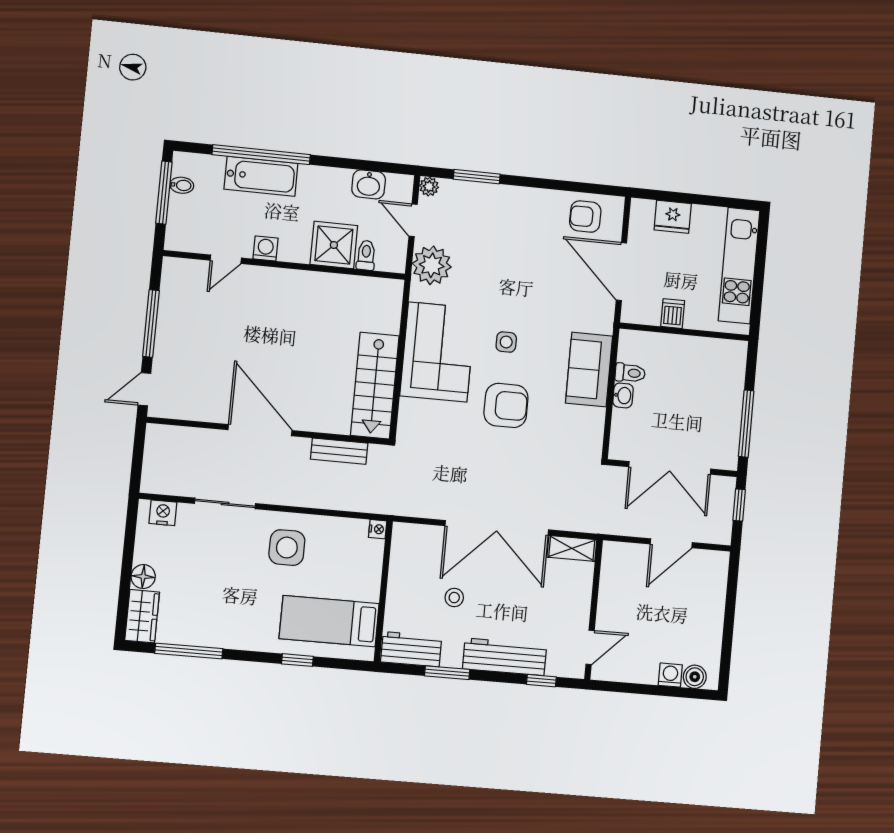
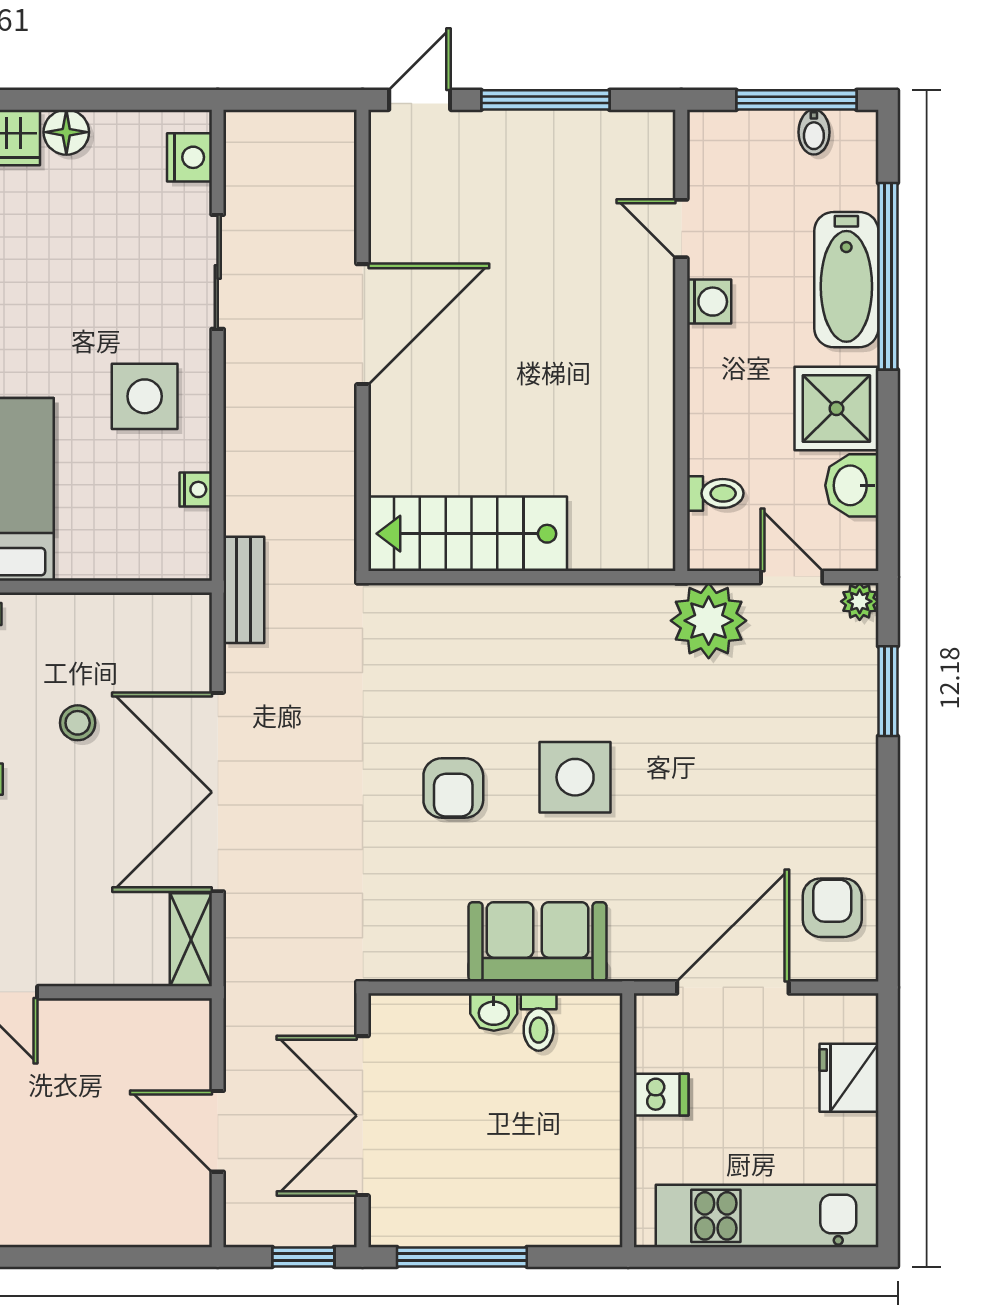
door: (413, 220) -> (792, 577), hinge flipped
shower: (334, 245) -> (836, 408), moved
side table: (506, 342) -> (575, 777), width x1.87, depth x1.87
corner sofa: (438, 352) -> (543, 648), removed
door: (144, 389) -> (420, 100), hinge flipped
armchair: (506, 405) -> (453, 788), width x0.72, depth x0.72
bench: (339, 451) -> (244, 590), moved
nightstand: (378, 529) -> (196, 489), moved, turned -90

